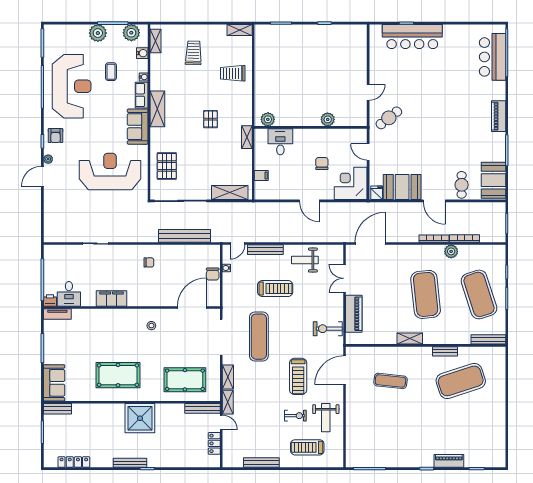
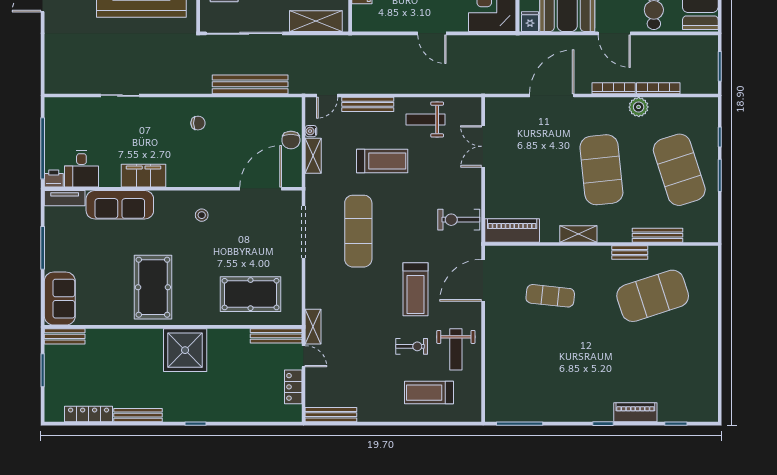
door: (370, 244) -> (552, 95), moved
piano: (354, 314) -> (512, 230), moved, turned -90
sofa: (95, 318) -> (120, 205), added
bench: (488, 339) -> (657, 235), moved
pool table: (118, 375) -> (153, 287), turned 90
shelving: (228, 377) -> (313, 156), moved
bench: (261, 462) -> (331, 415), moved
bench: (130, 463) -> (138, 415), moved

